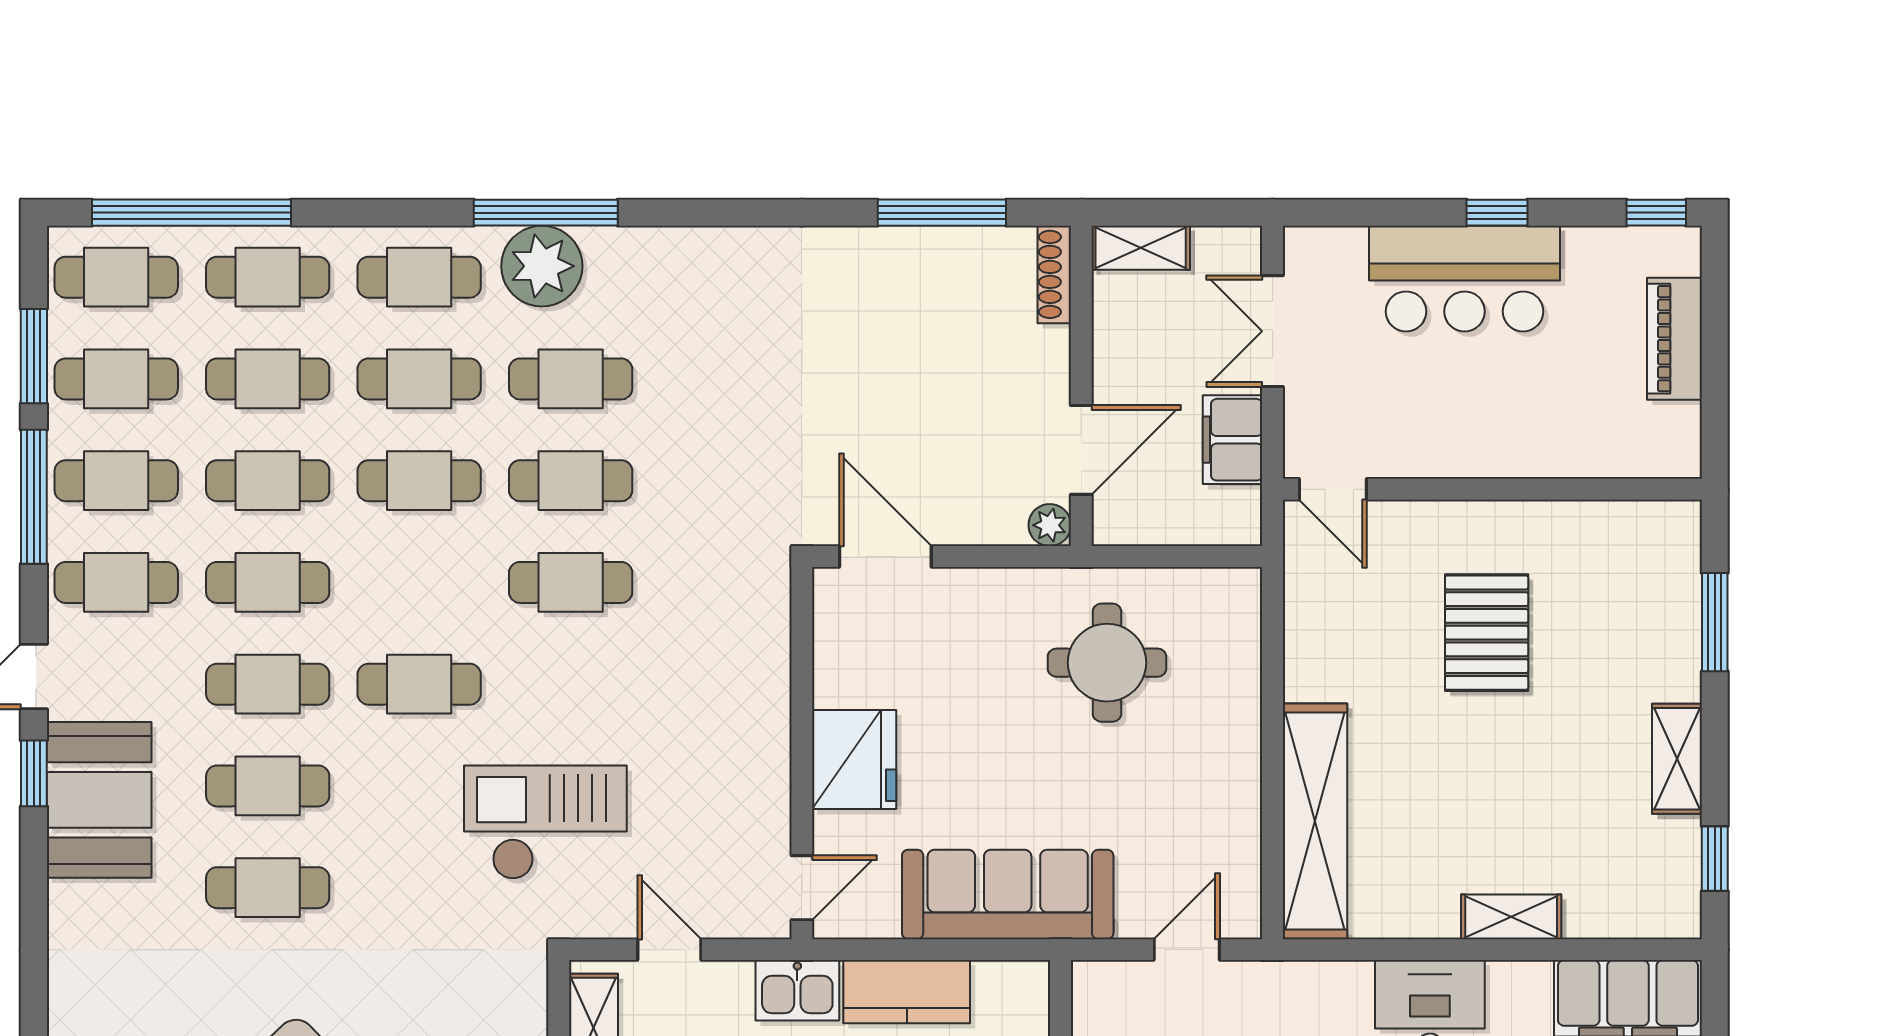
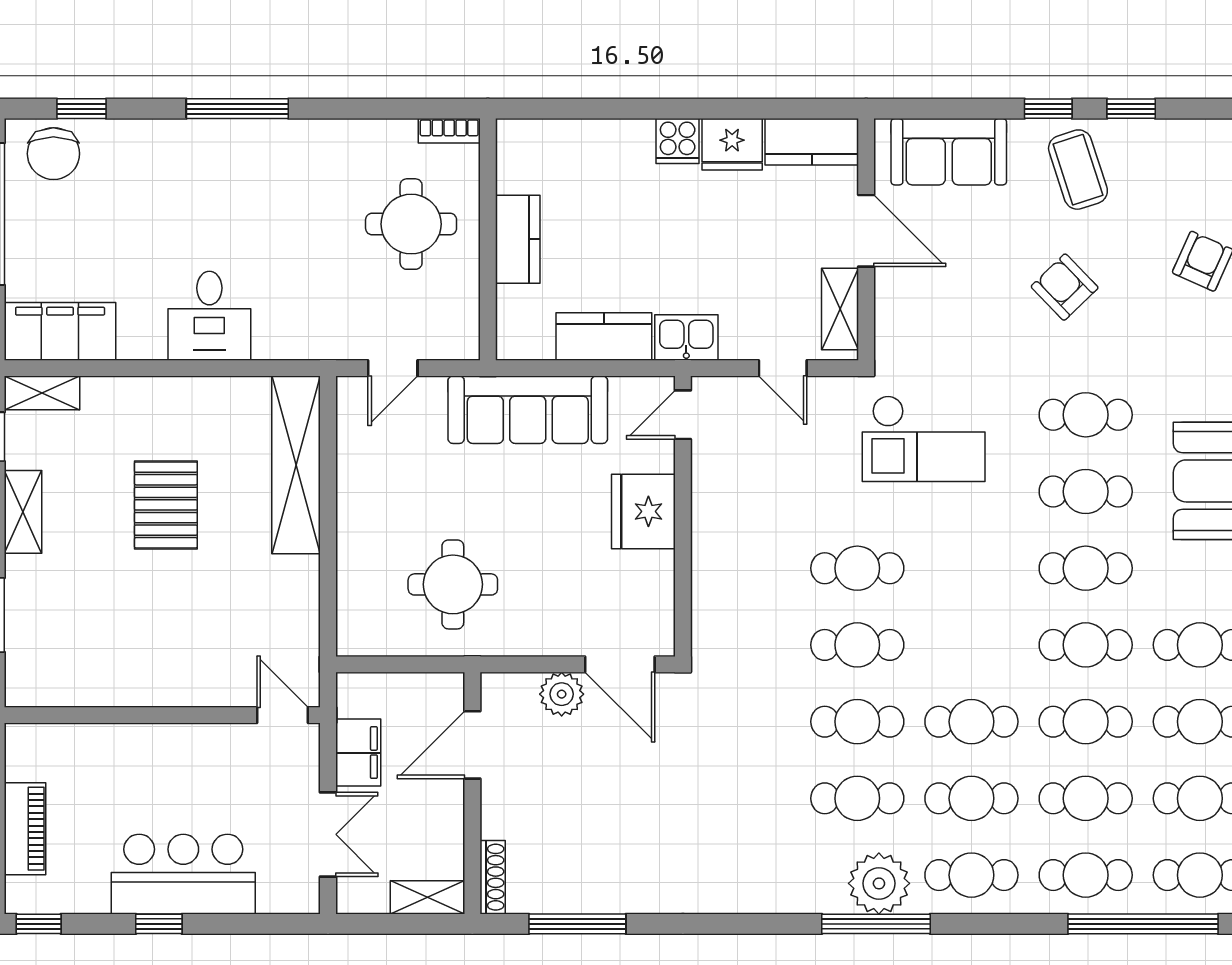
plant: (1050, 525) -> (562, 694), moved, width x1.38, depth x1.38
pallet: (1487, 633) -> (166, 505), moved
cafe table: (419, 684) -> (857, 568), moved
checkout: (545, 822) -> (924, 439), moved
shelving: (1511, 917) -> (42, 393), moved

